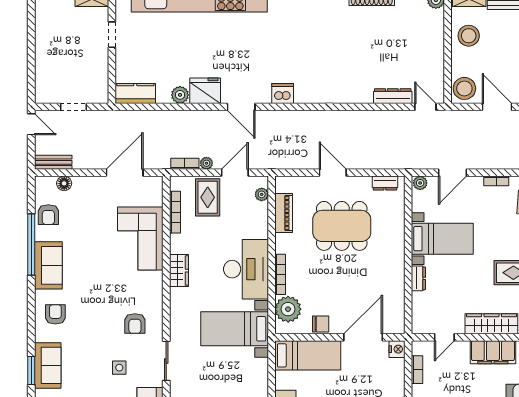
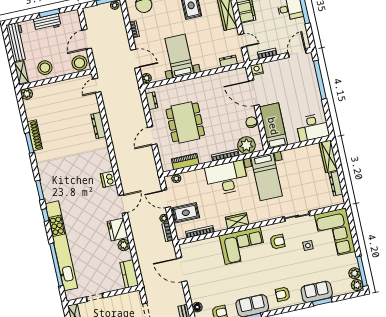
dresser: (393, 96) -> (98, 126), moved
corner sofa: (140, 238) -> (243, 246), moved
dresser: (418, 278) -> (228, 61), moved

